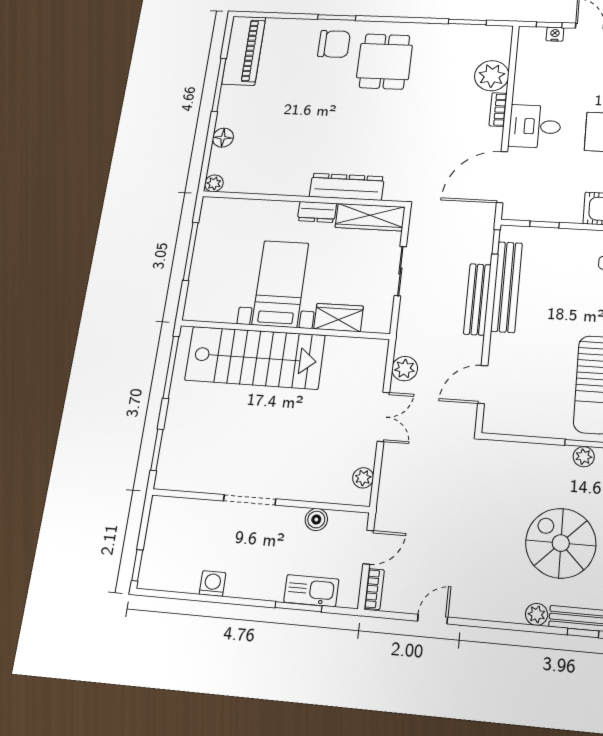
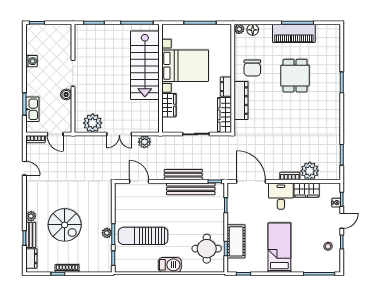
chair: (334, 44) -> (252, 68), moved
piano: (244, 51) -> (294, 33), moved
dining table: (384, 61) -> (295, 76), moved, turned 90
wardrobe: (527, 82) -> (307, 190), added
floor lamp: (223, 138) -> (253, 30), moved
bed with nightstands: (280, 284) -> (185, 66), width x1.36
plant: (363, 478) -> (93, 123), width x1.88, depth x1.88
boiler: (316, 520) -> (66, 95), moved
spiral stairs: (561, 543) -> (65, 225), turned 90

